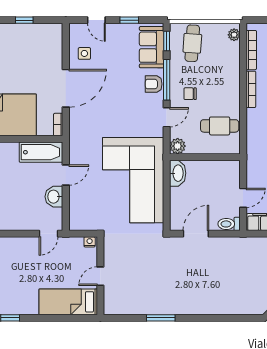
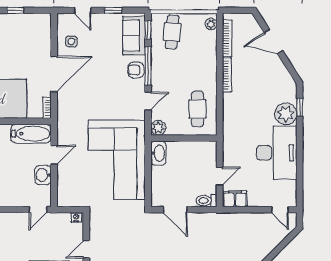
chair: (190, 94) -> (170, 79), removed
cafe table: (220, 126) -> (198, 109), turned 90
door: (196, 234) -> (175, 210), swing flipped

